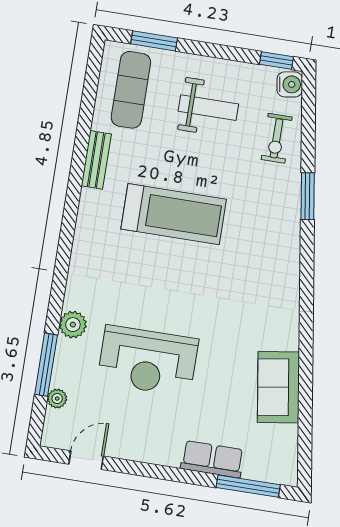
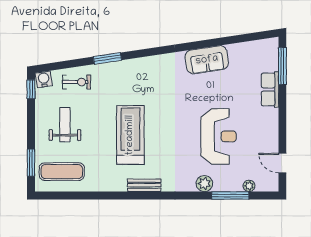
bench: (96, 160) -> (144, 185), moved
sofa: (278, 387) -> (207, 60), moved

